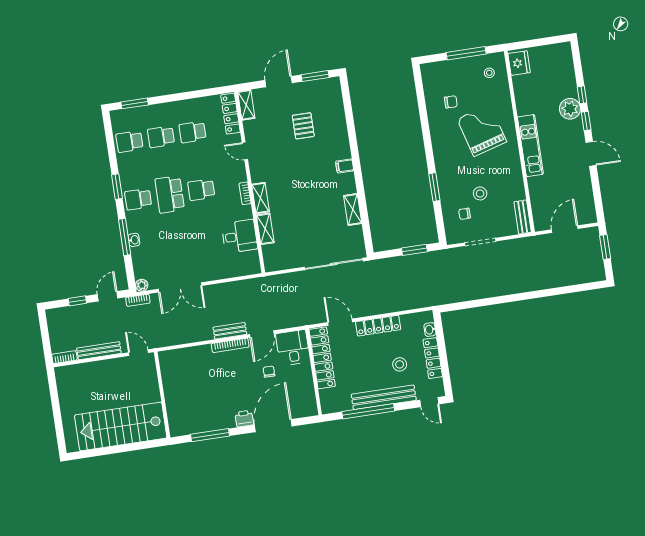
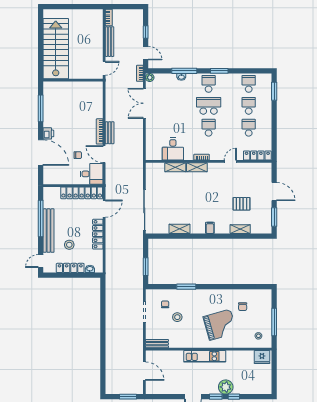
shelving: (246, 105) -> (240, 229), moved

